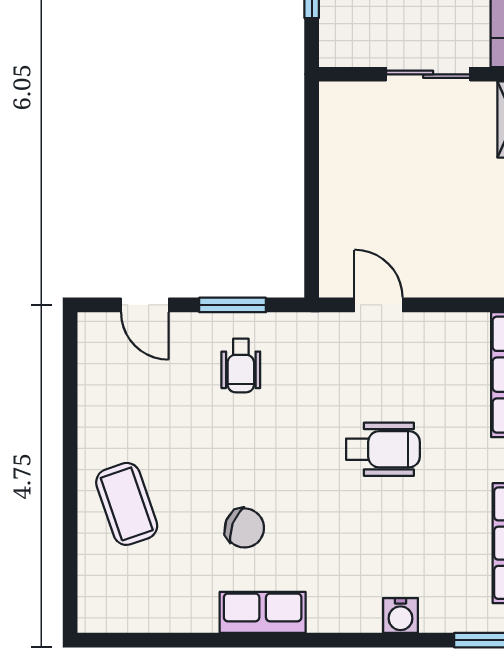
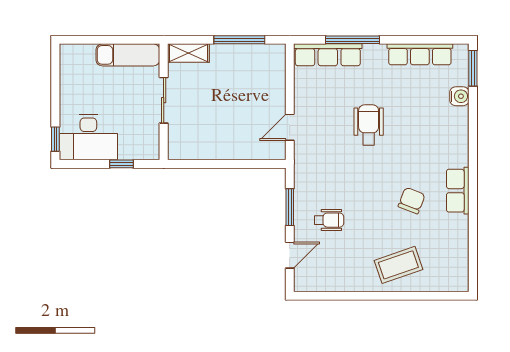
wheelchair: (241, 365) -> (329, 220), moved
water cooler: (400, 615) -> (459, 96), moved

